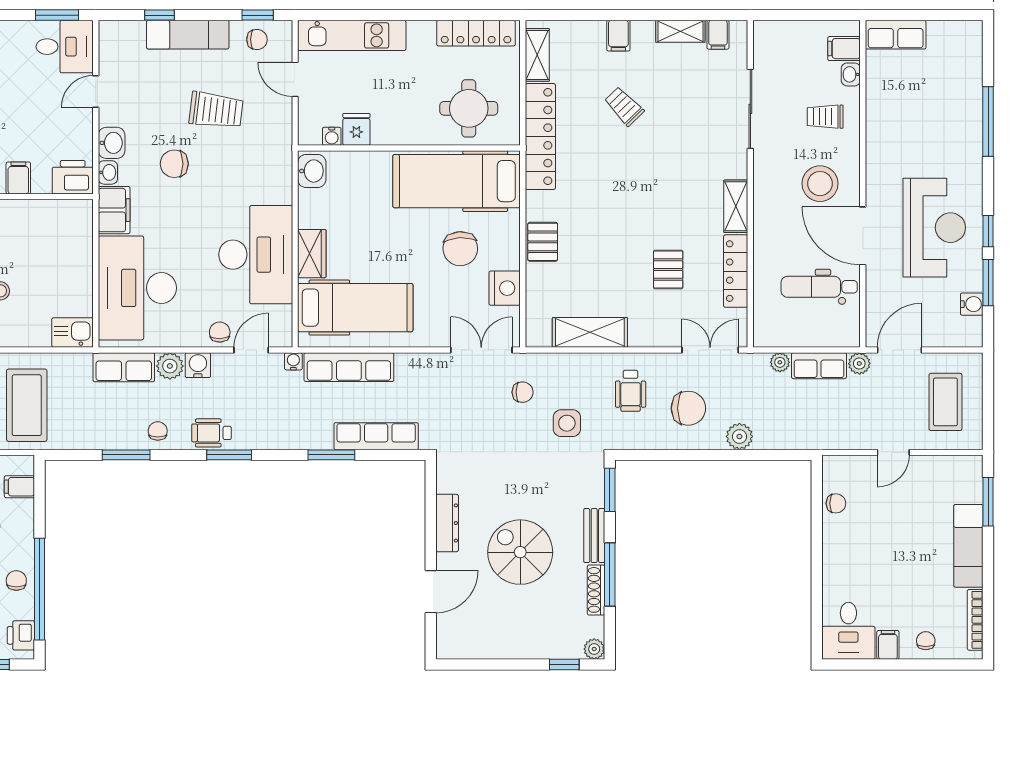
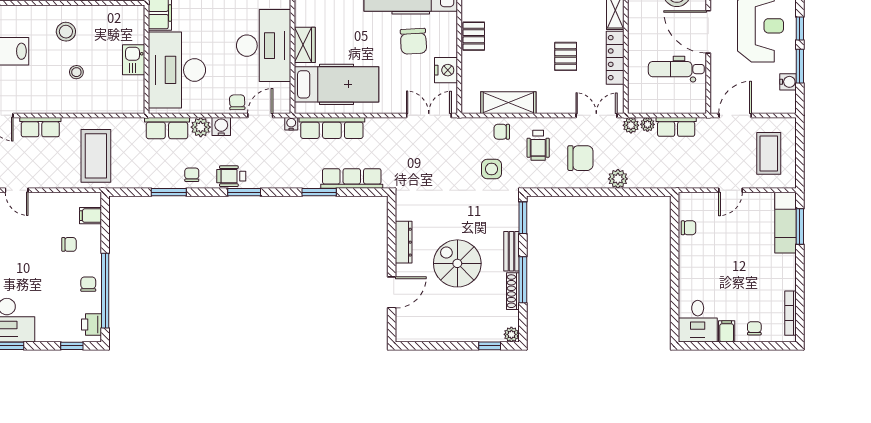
kitchen sink: (73, 333) -> (134, 60), moved, turned -90
plant: (859, 364) -> (631, 125), moved
chair: (523, 392) -> (502, 132), moved, turned 180
exam couch: (968, 546) -> (786, 223), moved

